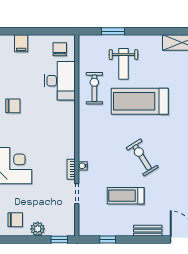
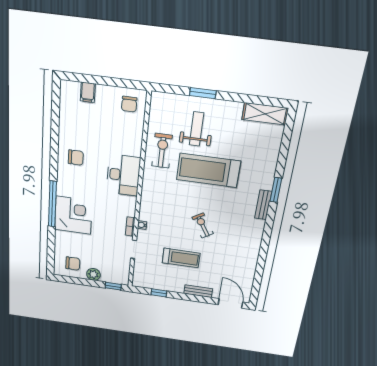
window: (113, 31) -> (203, 93), moved
chair: (60, 49) -> (129, 104), turned 180
weight bench: (123, 64) -> (197, 129), turned 180
desk: (60, 81) -> (123, 175), moved
exercise bike: (142, 157) -> (203, 226), width x0.73, depth x0.72
treadmill: (126, 196) -> (181, 258), turned 180

